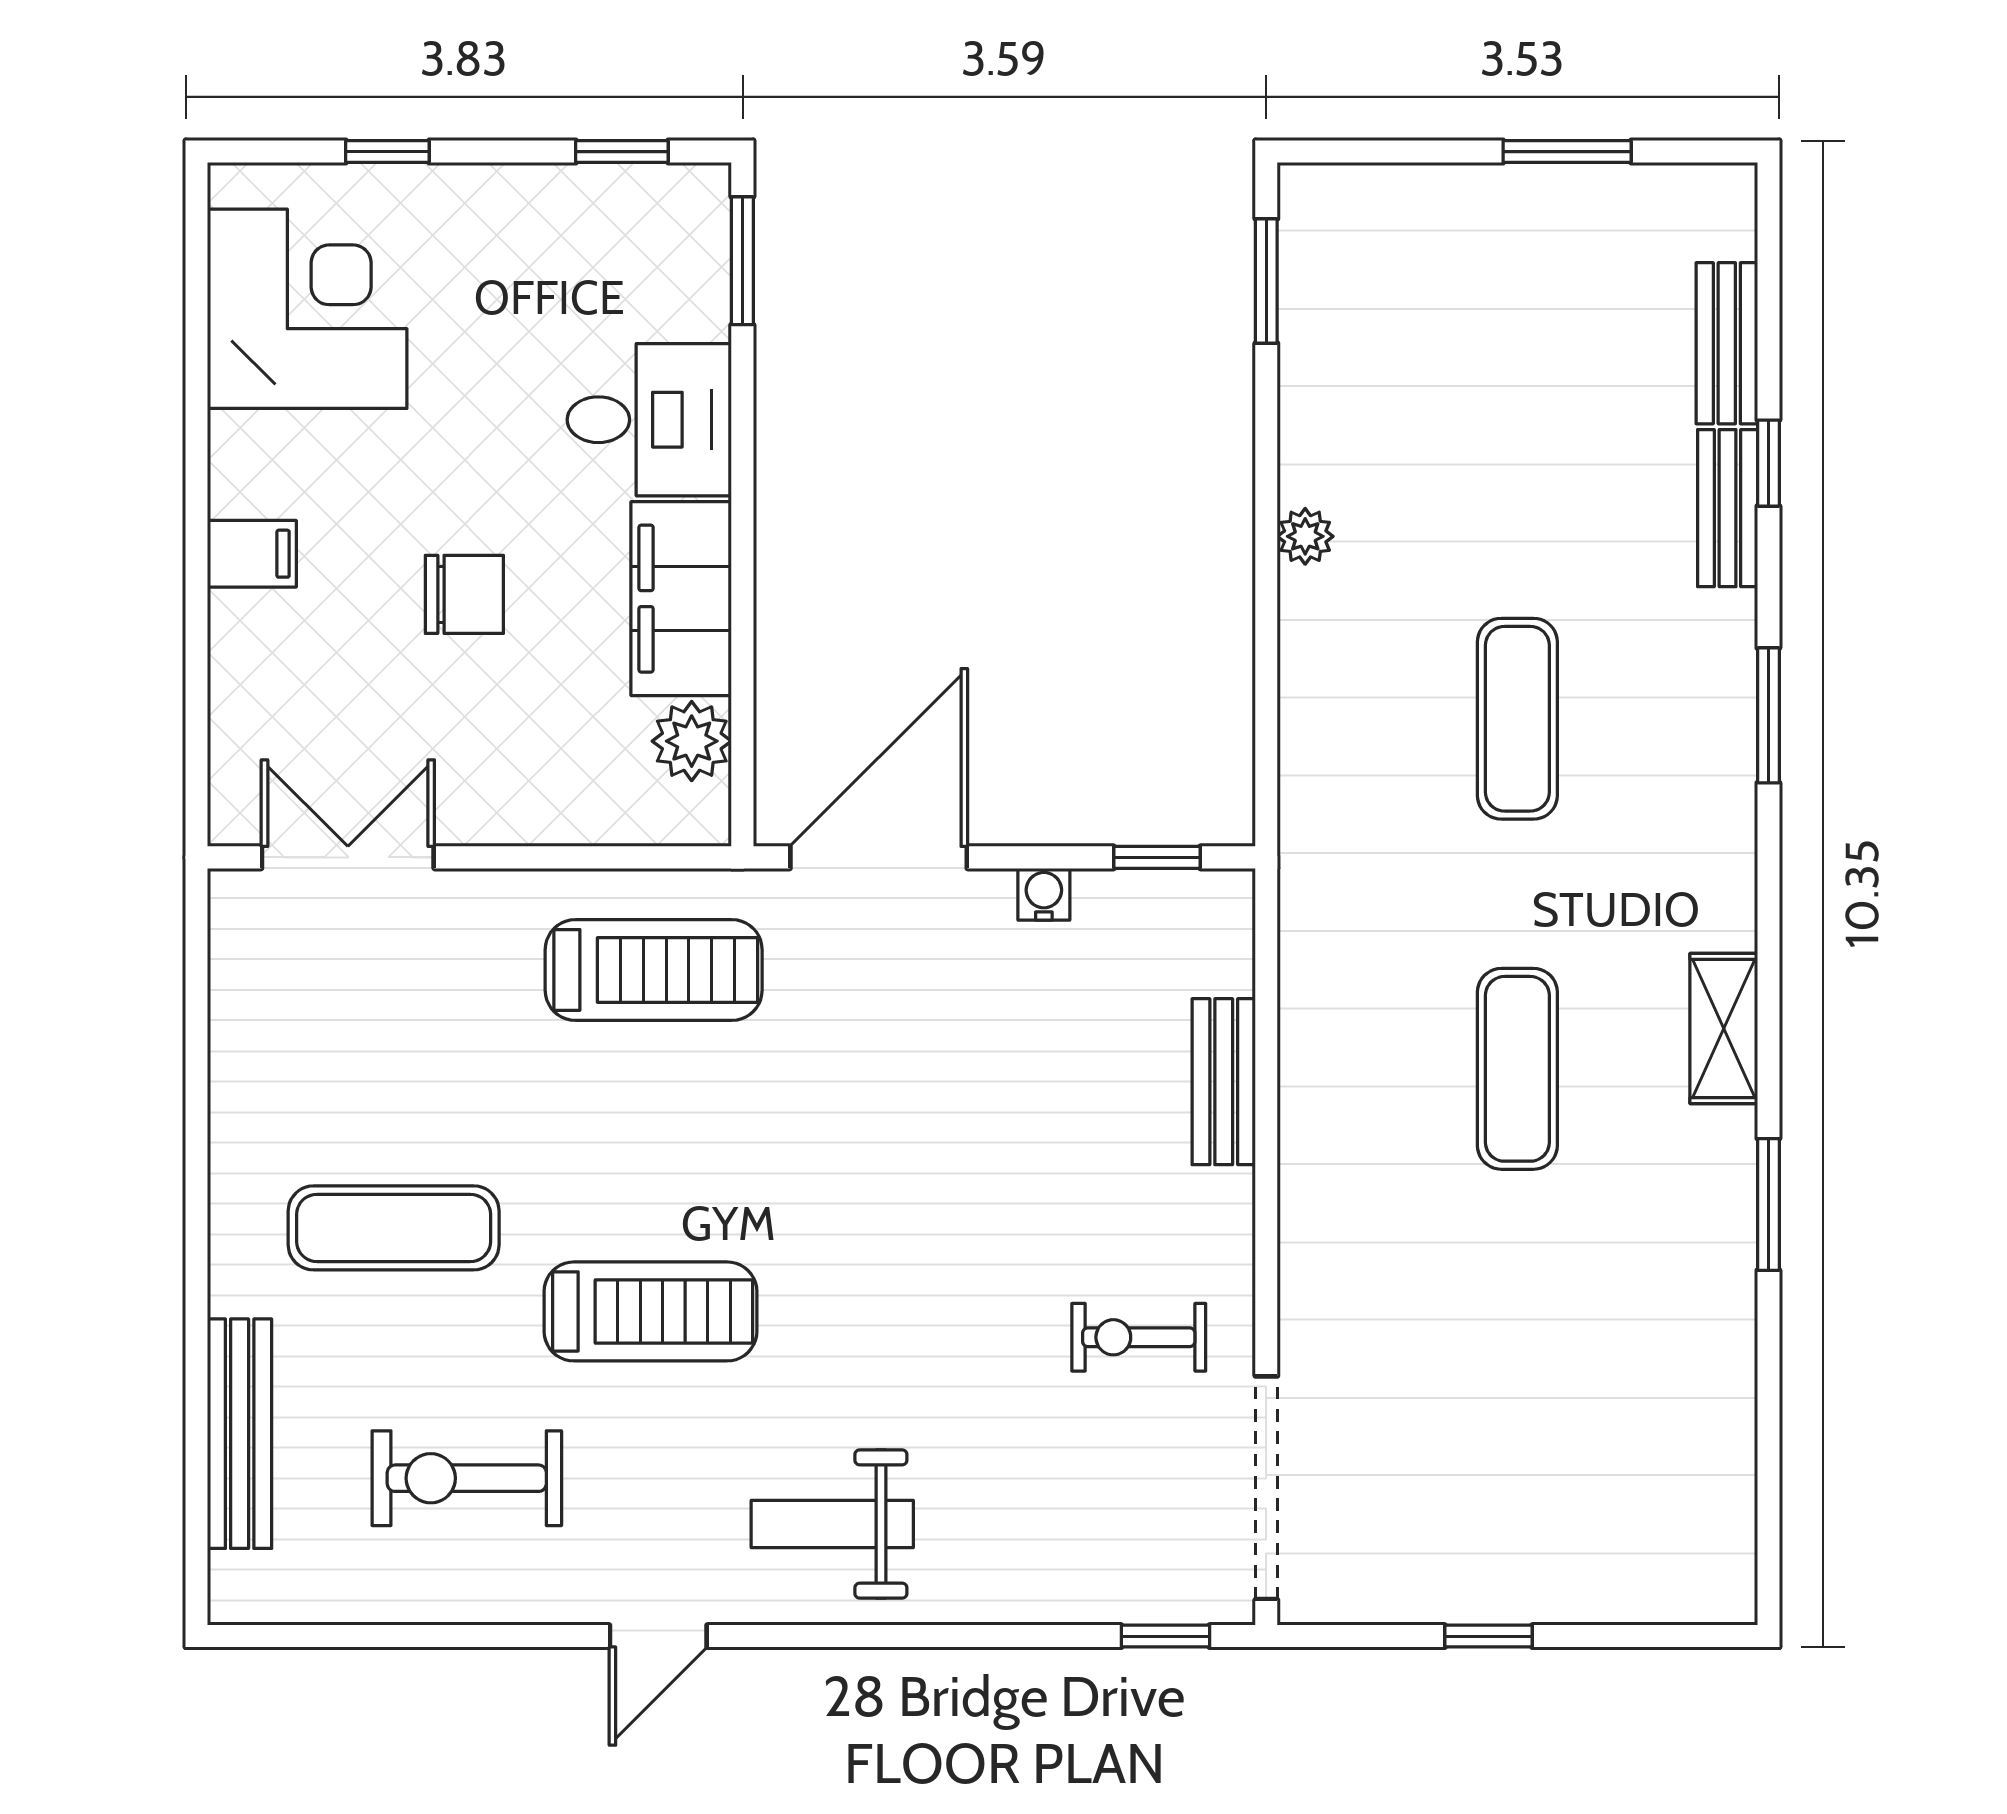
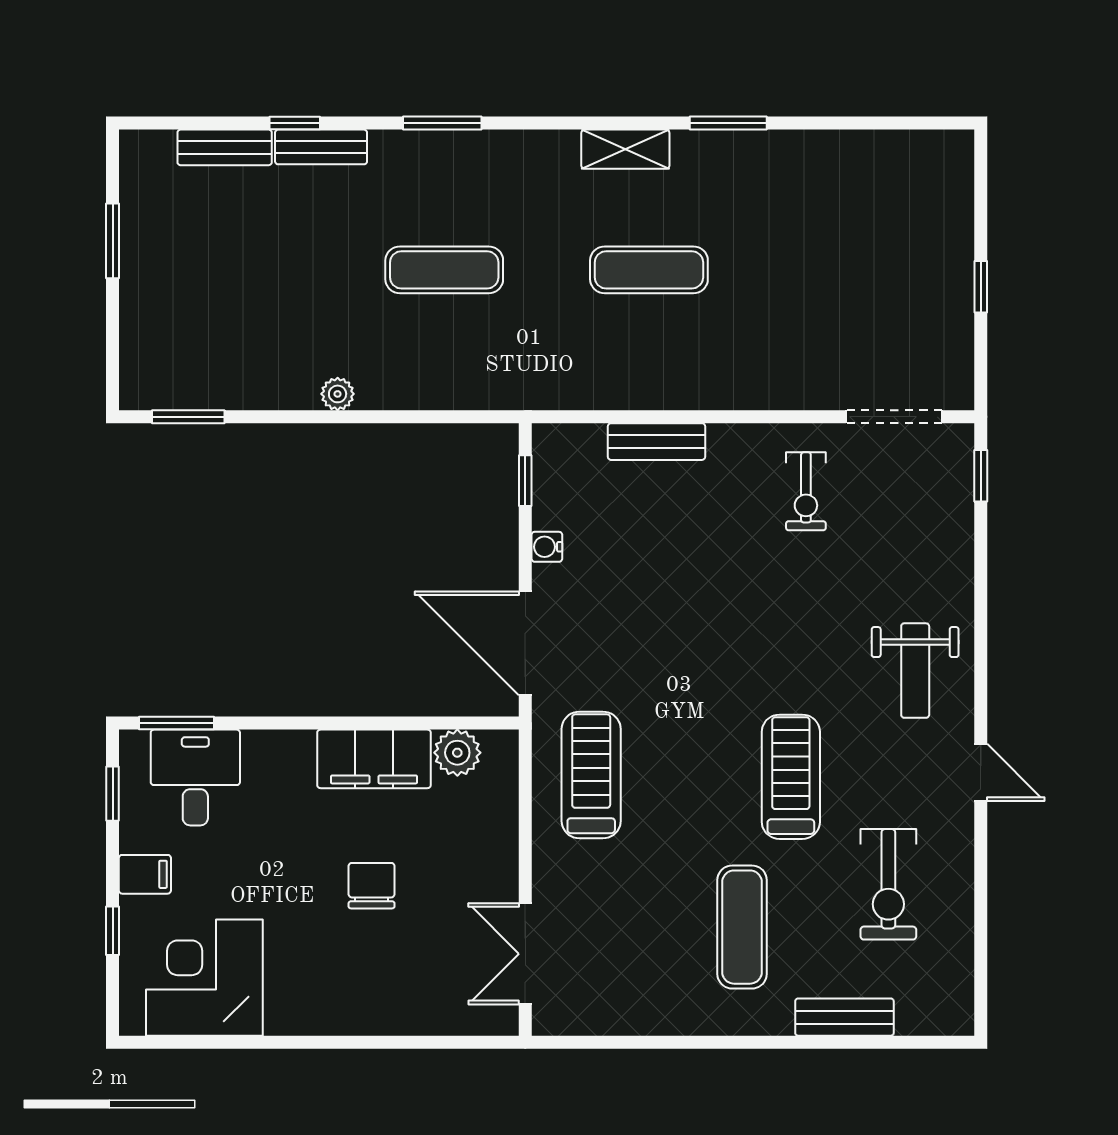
desk: (649, 420) -> (195, 778), moved
filing cabinet: (252, 554) -> (145, 874), moved, turned 90
bench: (240, 1434) -> (844, 1017), width x0.73
doorway: (1266, 1488) -> (894, 417), width x0.73

